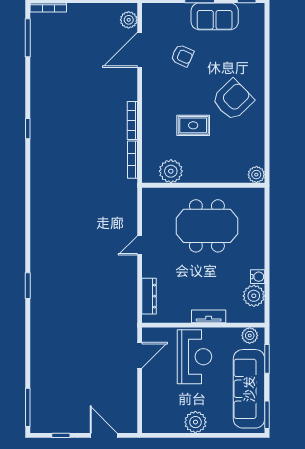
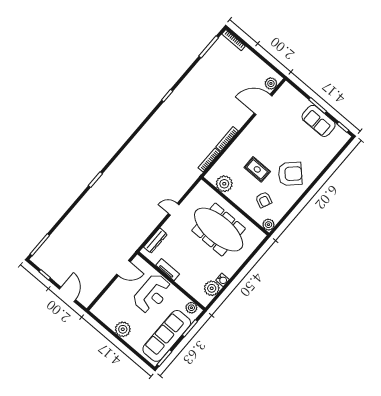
armchair: (182, 56) -> (264, 200), moved
meeting table: (207, 226) -> (219, 230), width x1.36
tv unit: (209, 316) -> (168, 270), moved

